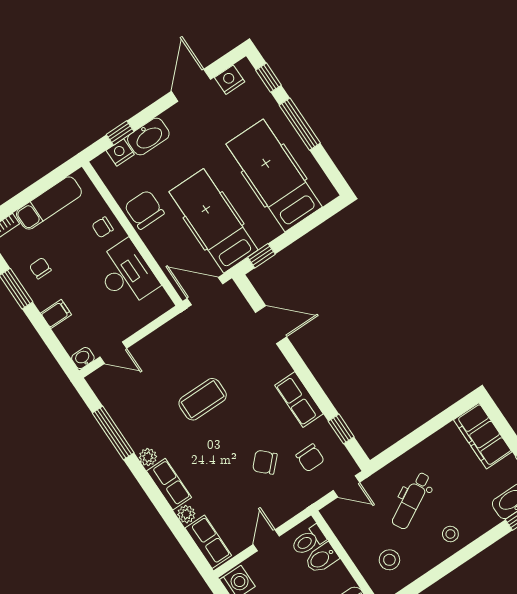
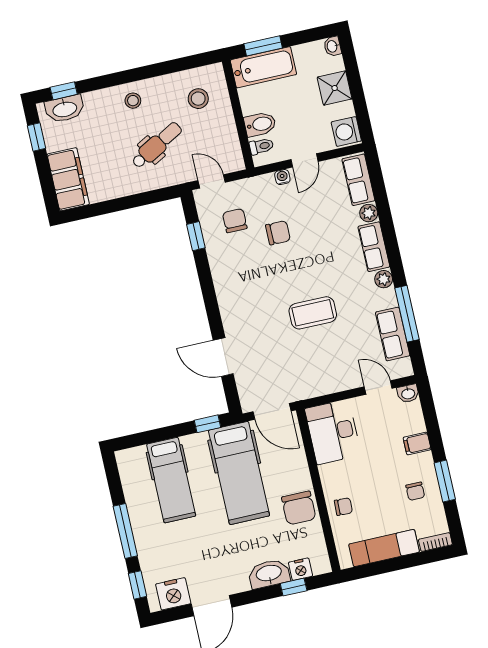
nightstand: (230, 80) -> (173, 594), width x1.36, depth x1.33
hospital bed: (274, 176) -> (171, 480), width x0.73, depth x0.78
desk: (126, 274) -> (333, 432), moved
row of seats: (299, 400) -> (393, 334), moved, turned 180
chair: (265, 462) -> (278, 233), turned -44
water cooler: (281, 516) -> (282, 177), added
toilet: (308, 540) -> (261, 146), width x0.73, depth x0.72

